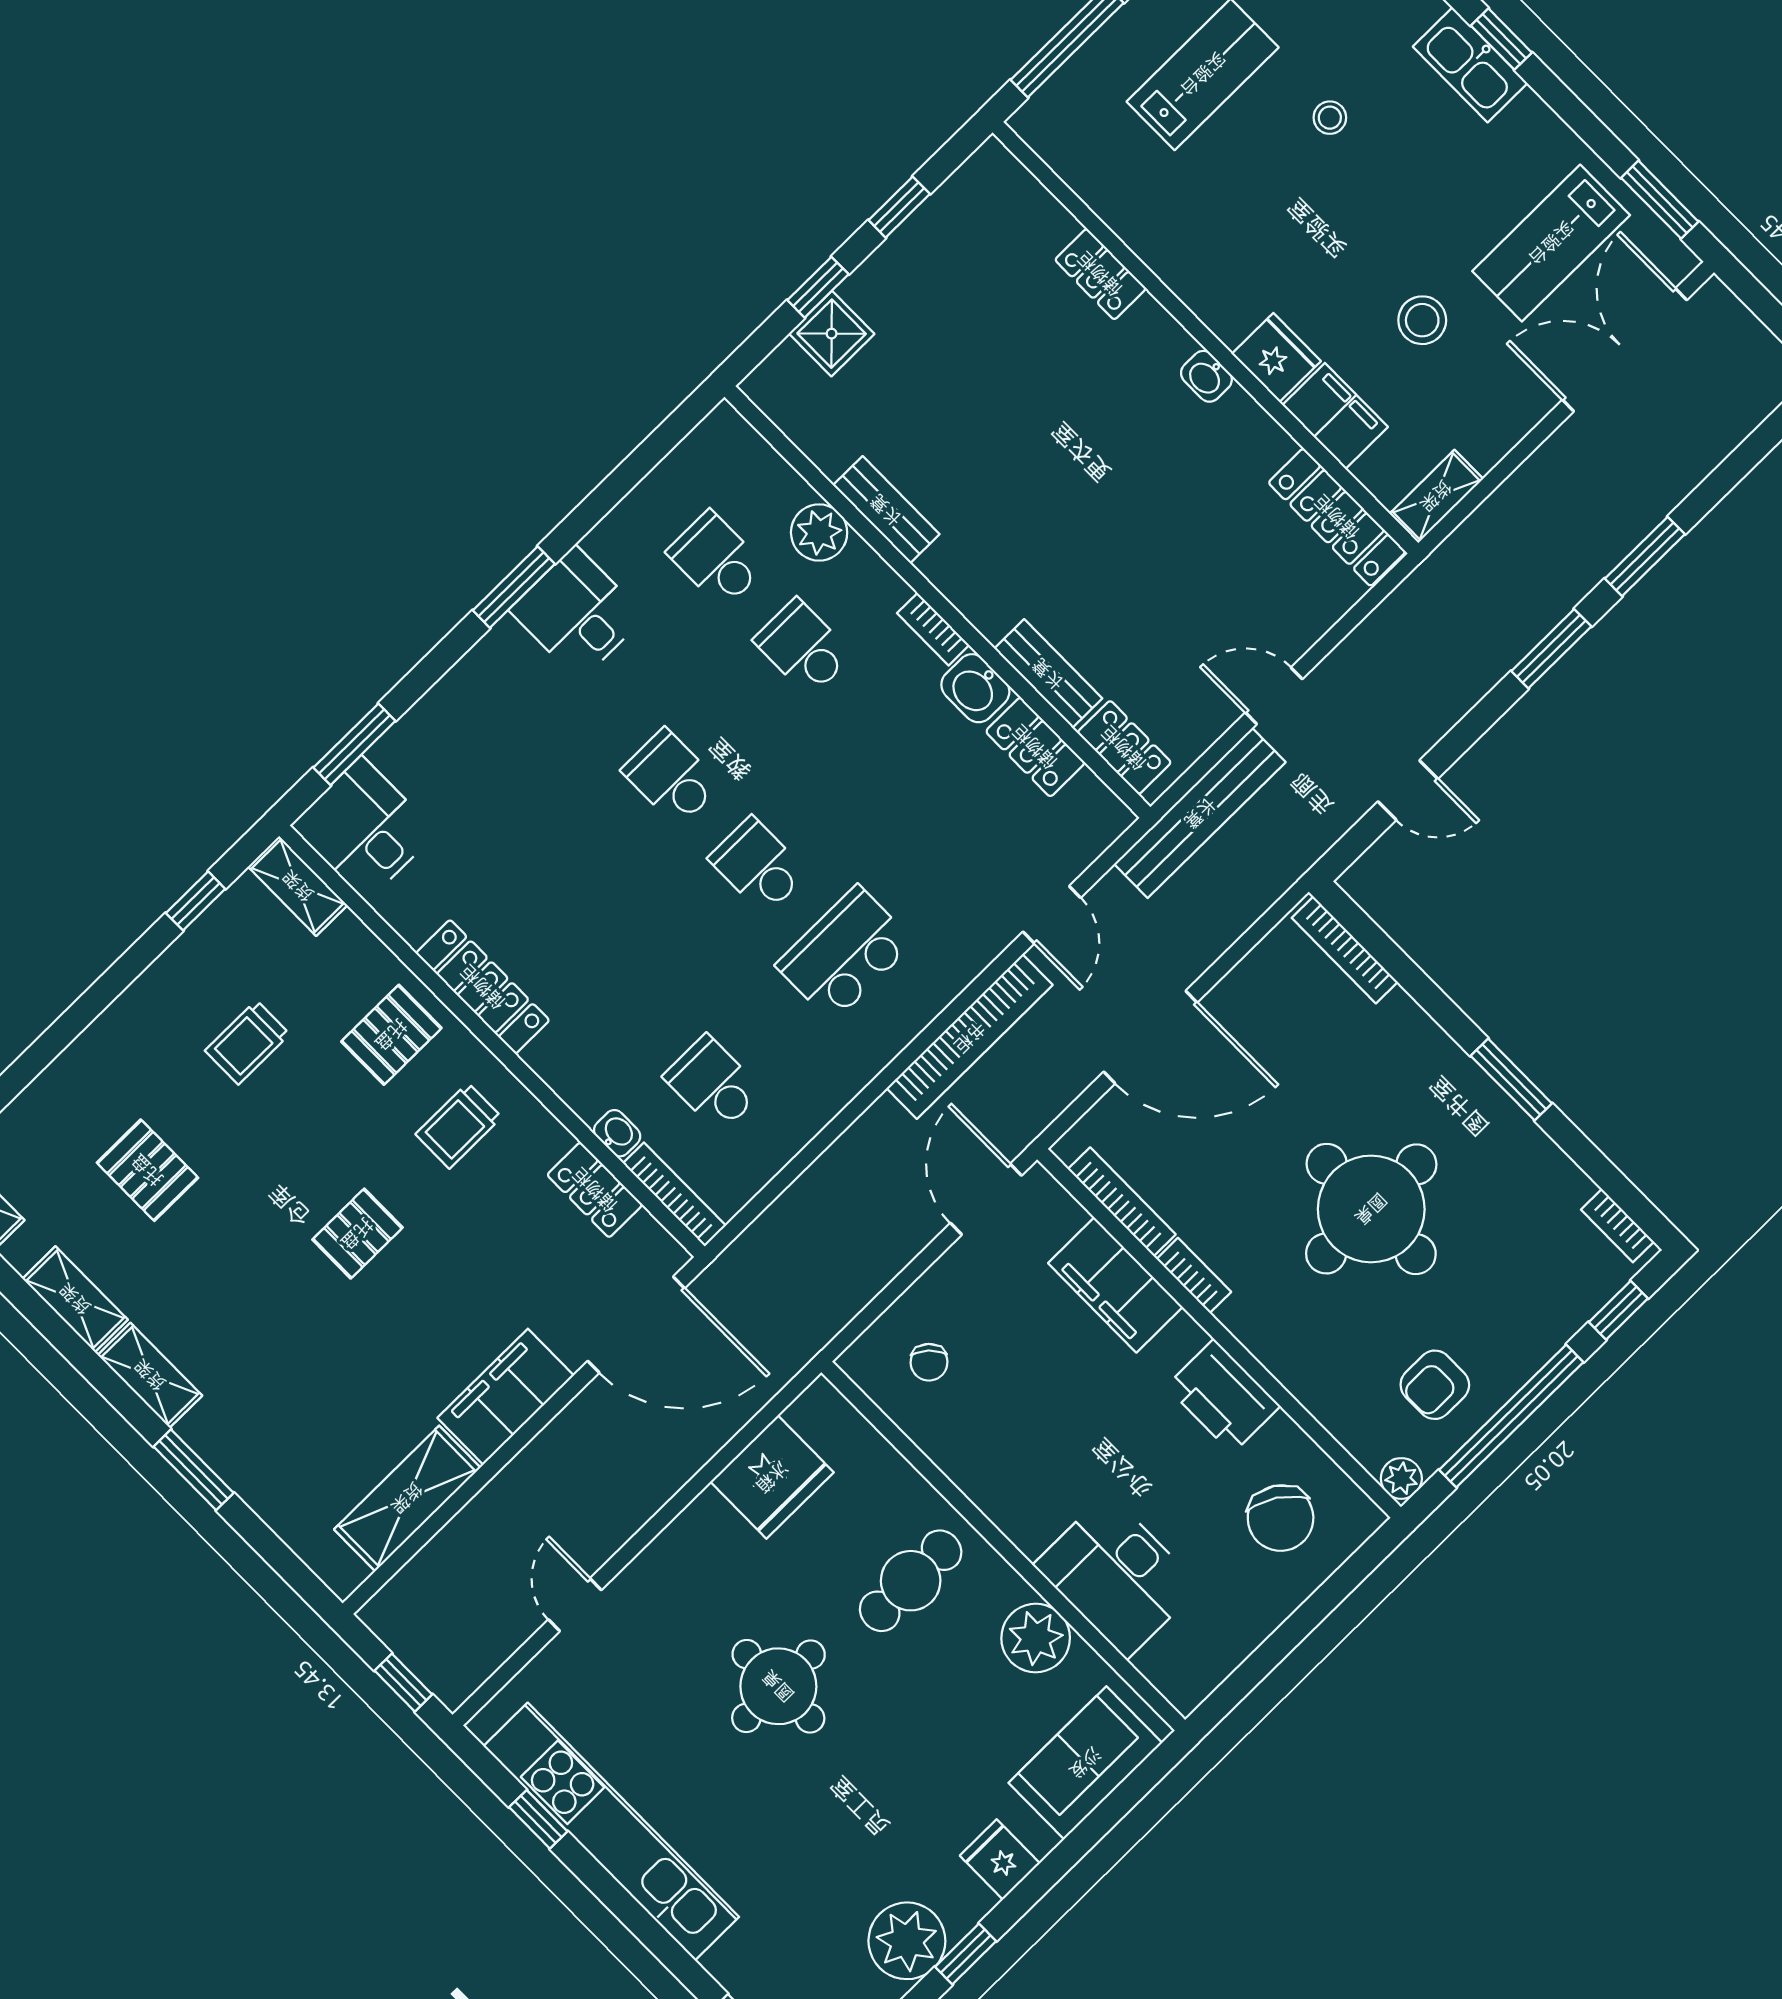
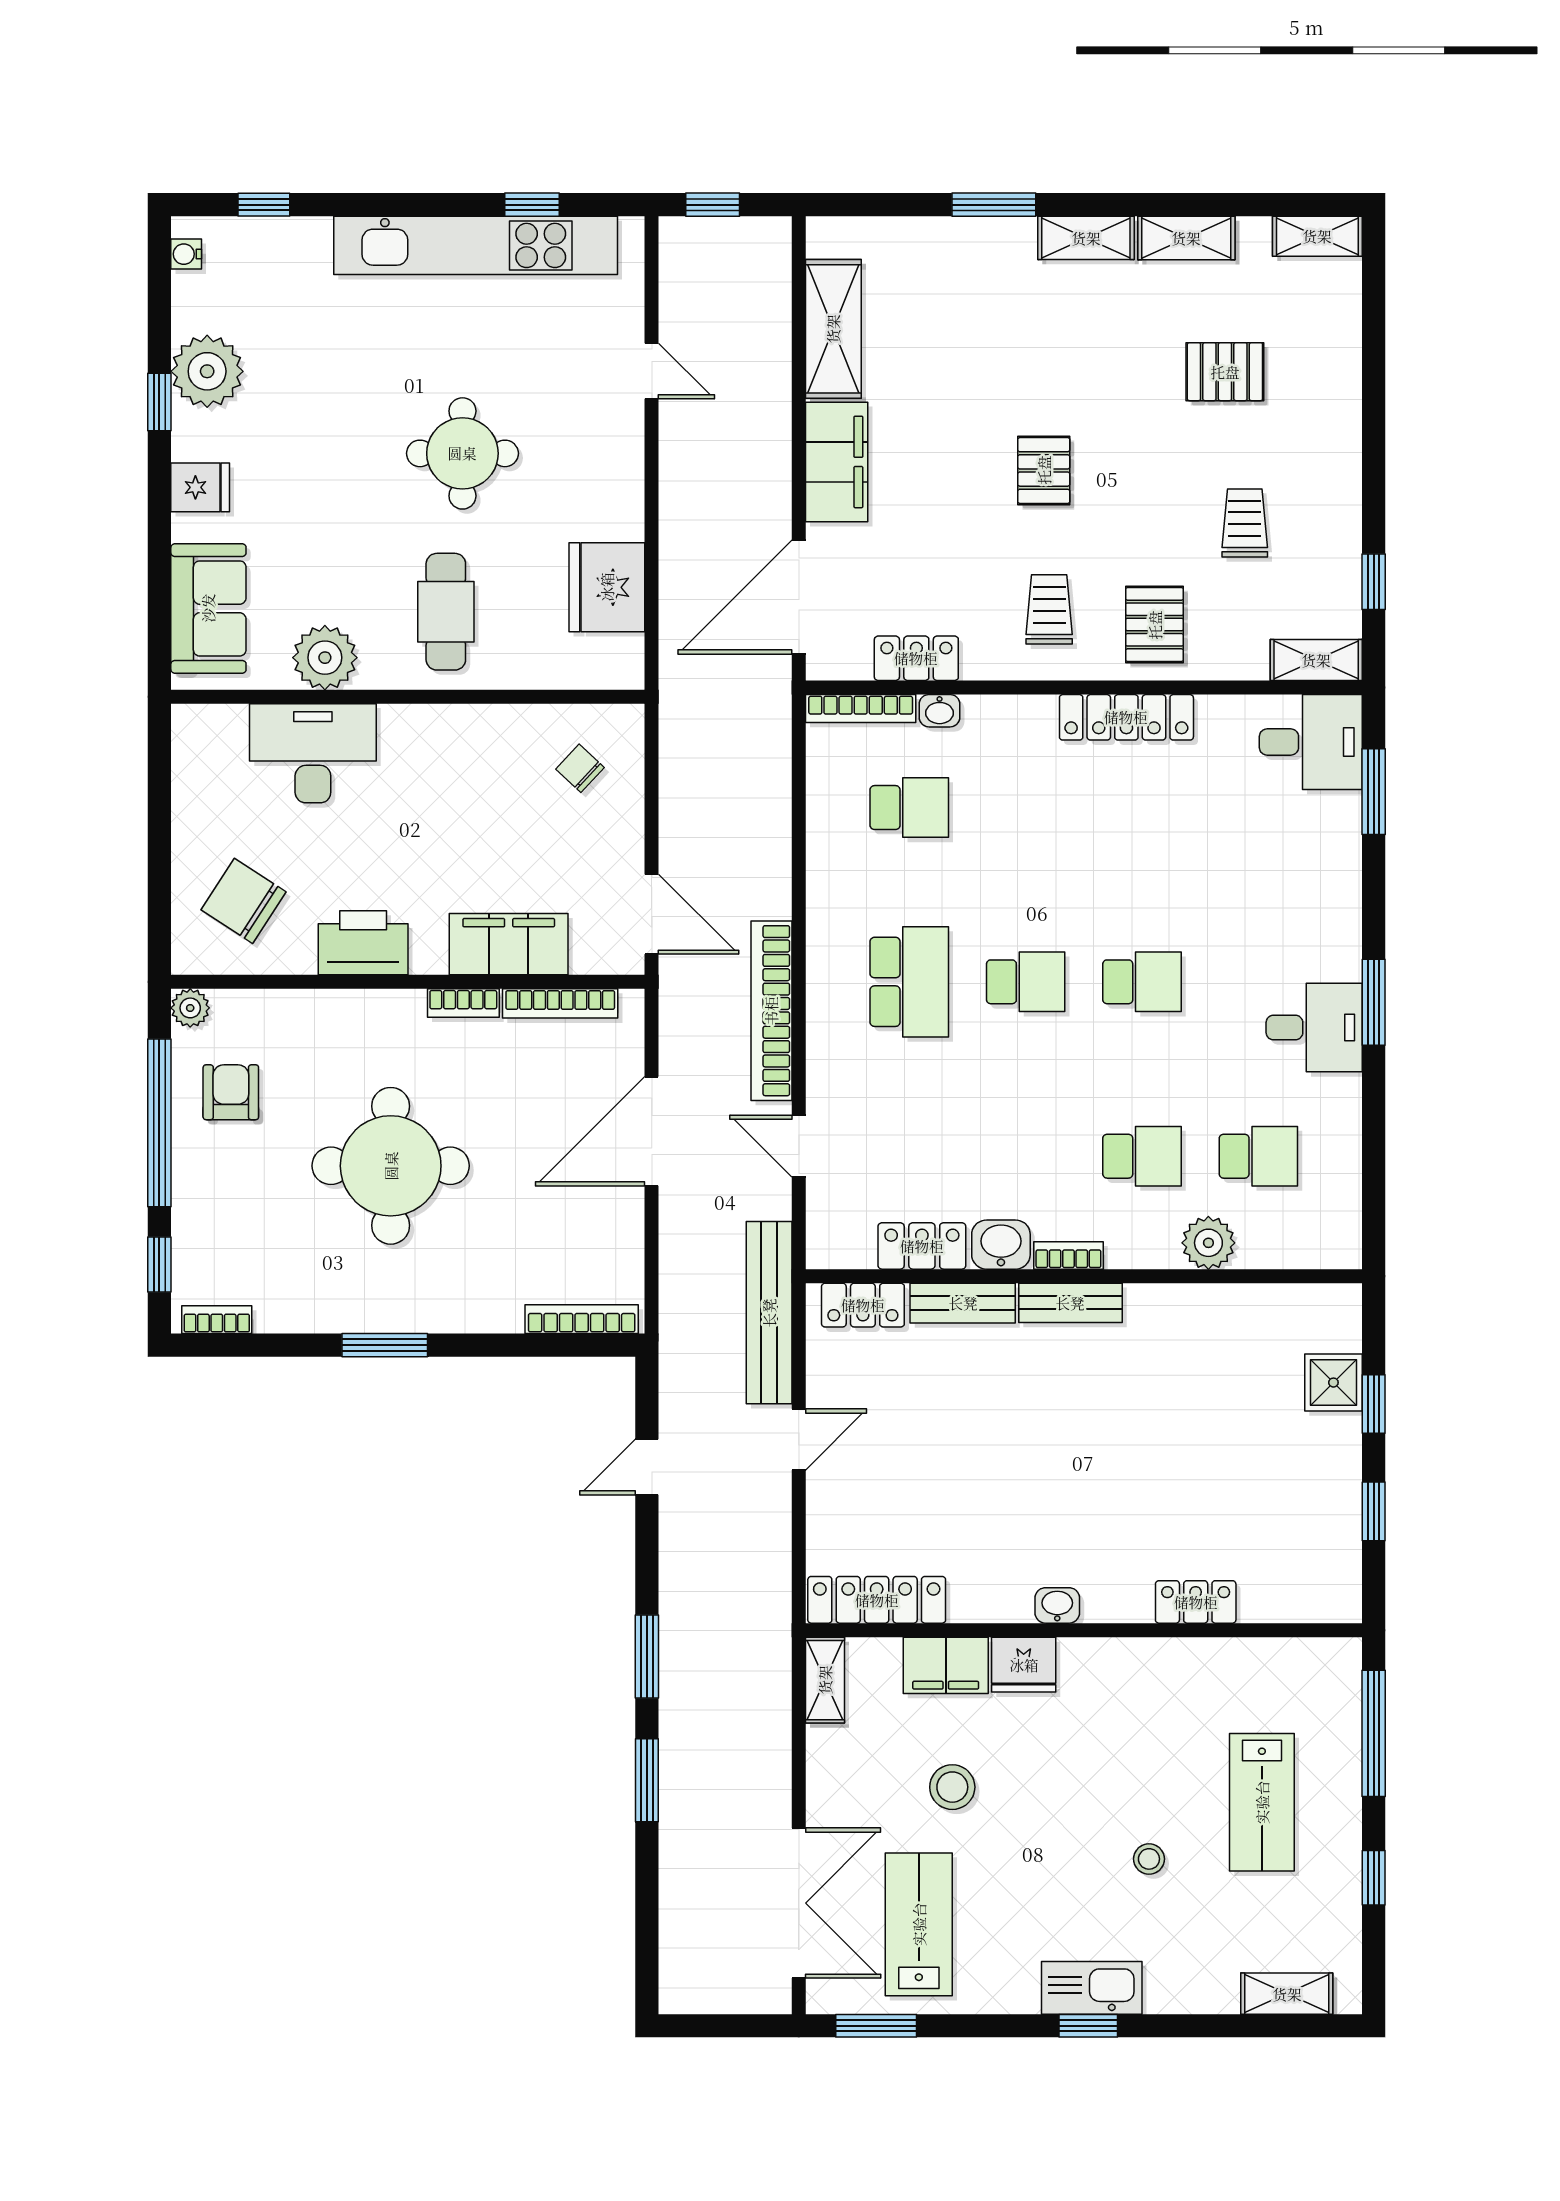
bench: (886, 510) -> (1070, 1303), moved

